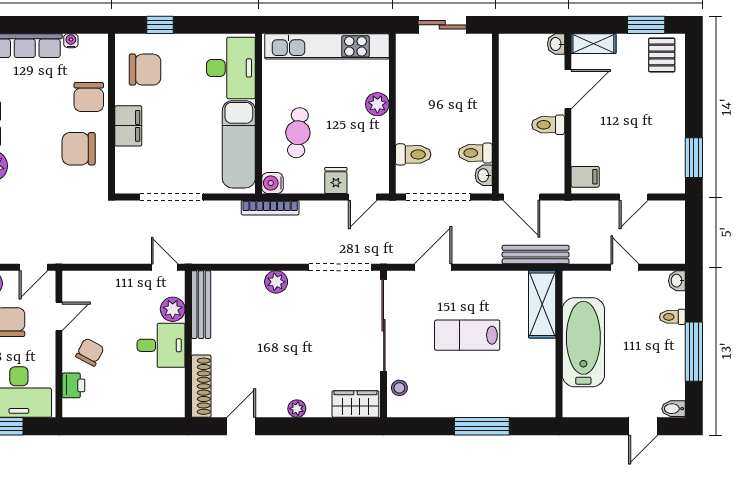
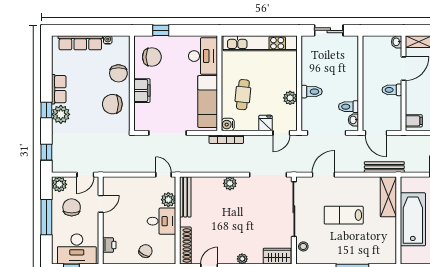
plant: (377, 104) -> (290, 98), moved
toilet: (413, 154) -> (312, 92), moved
chair: (90, 352) -> (145, 251), moved

